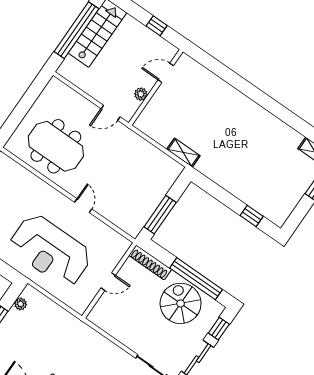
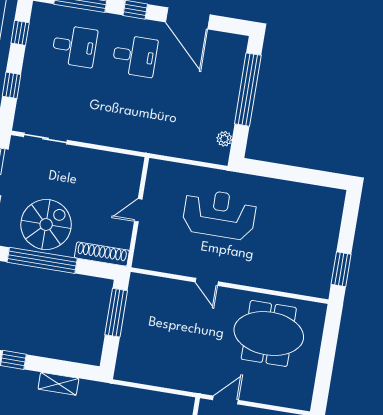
shelving: (183, 153) -> (58, 384), moved
reception desk: (50, 251) -> (219, 214), width x0.74, depth x0.77
spiral stairs: (181, 303) -> (46, 224), turned -90

